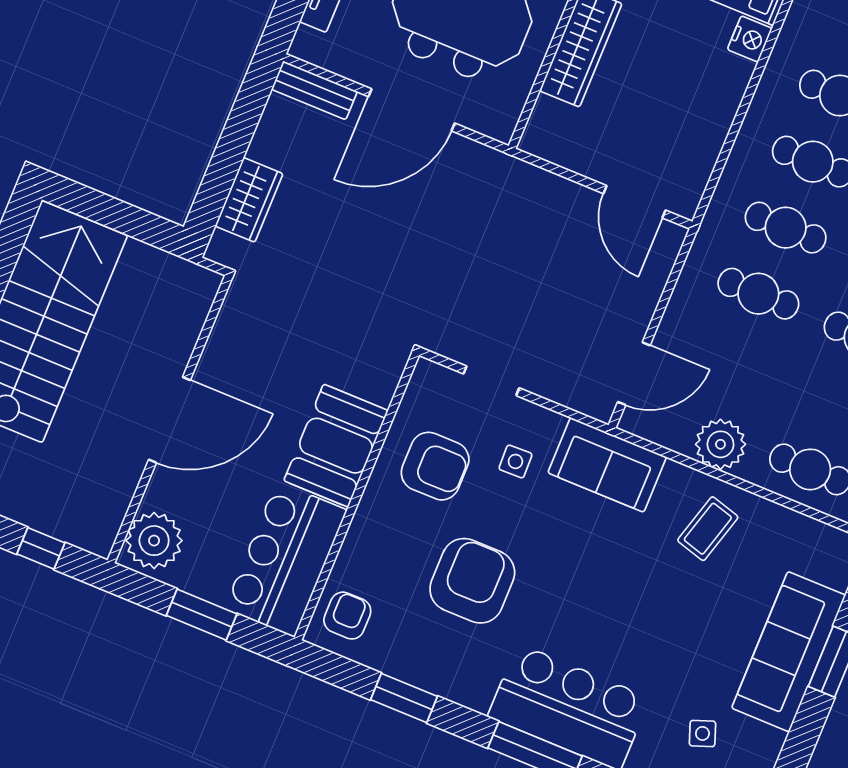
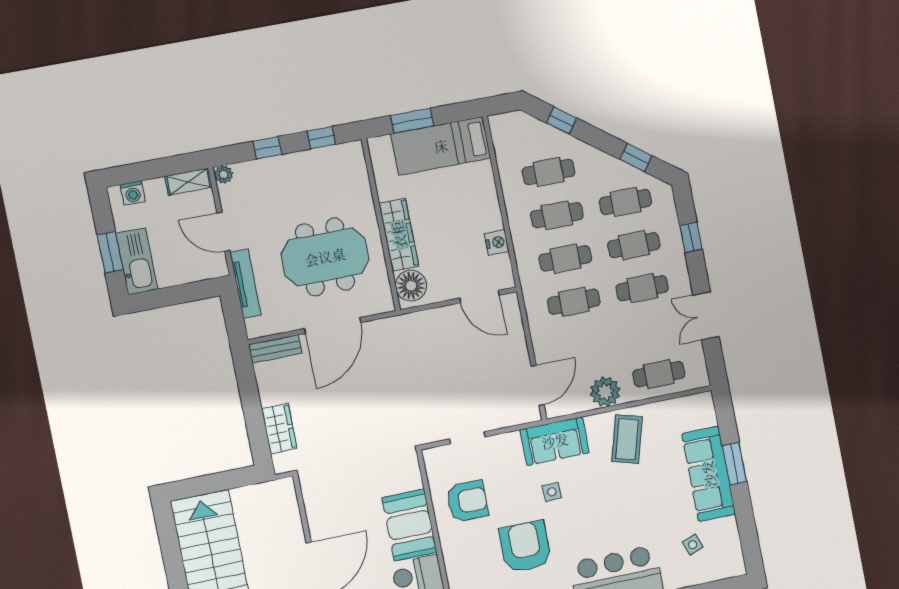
nightstand: (750, 39) -> (497, 242), moved
floor lamp: (552, 126) -> (411, 286), added
side table: (515, 461) -> (552, 492), moved
coffee table: (708, 529) -> (627, 439), width x1.36, depth x1.30

